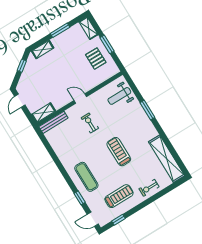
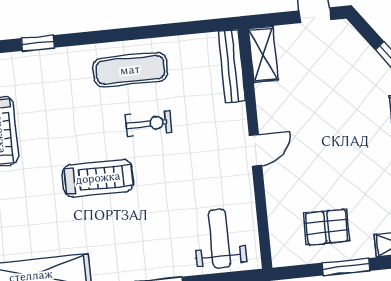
exercise bike: (90, 123) -> (148, 123), moved
exercise mat: (86, 177) -> (130, 70), moved

